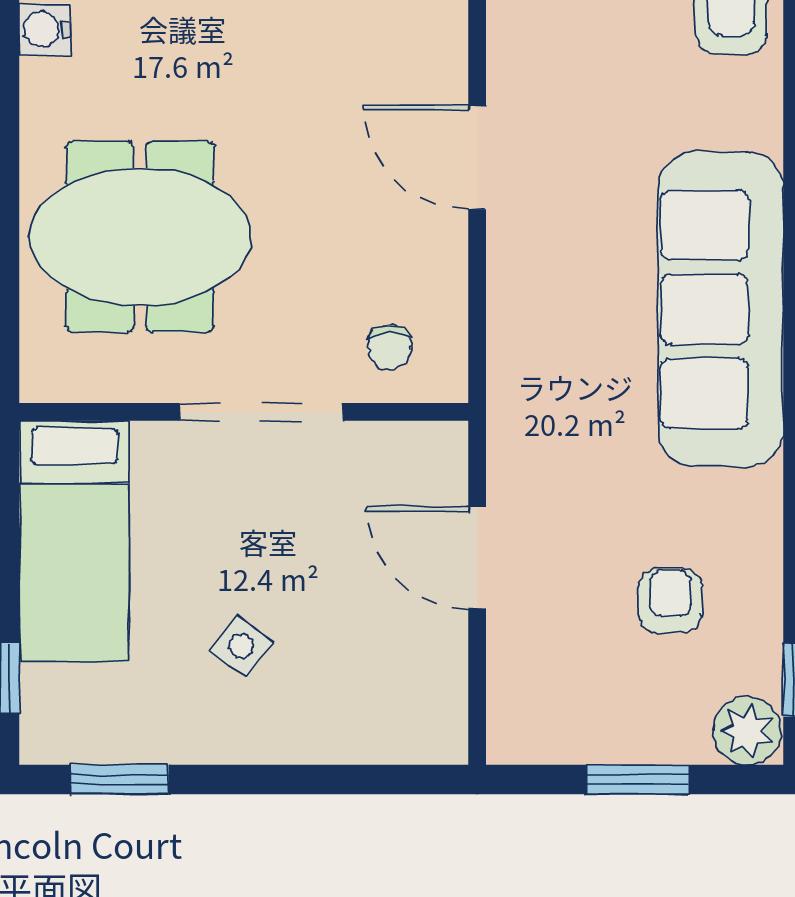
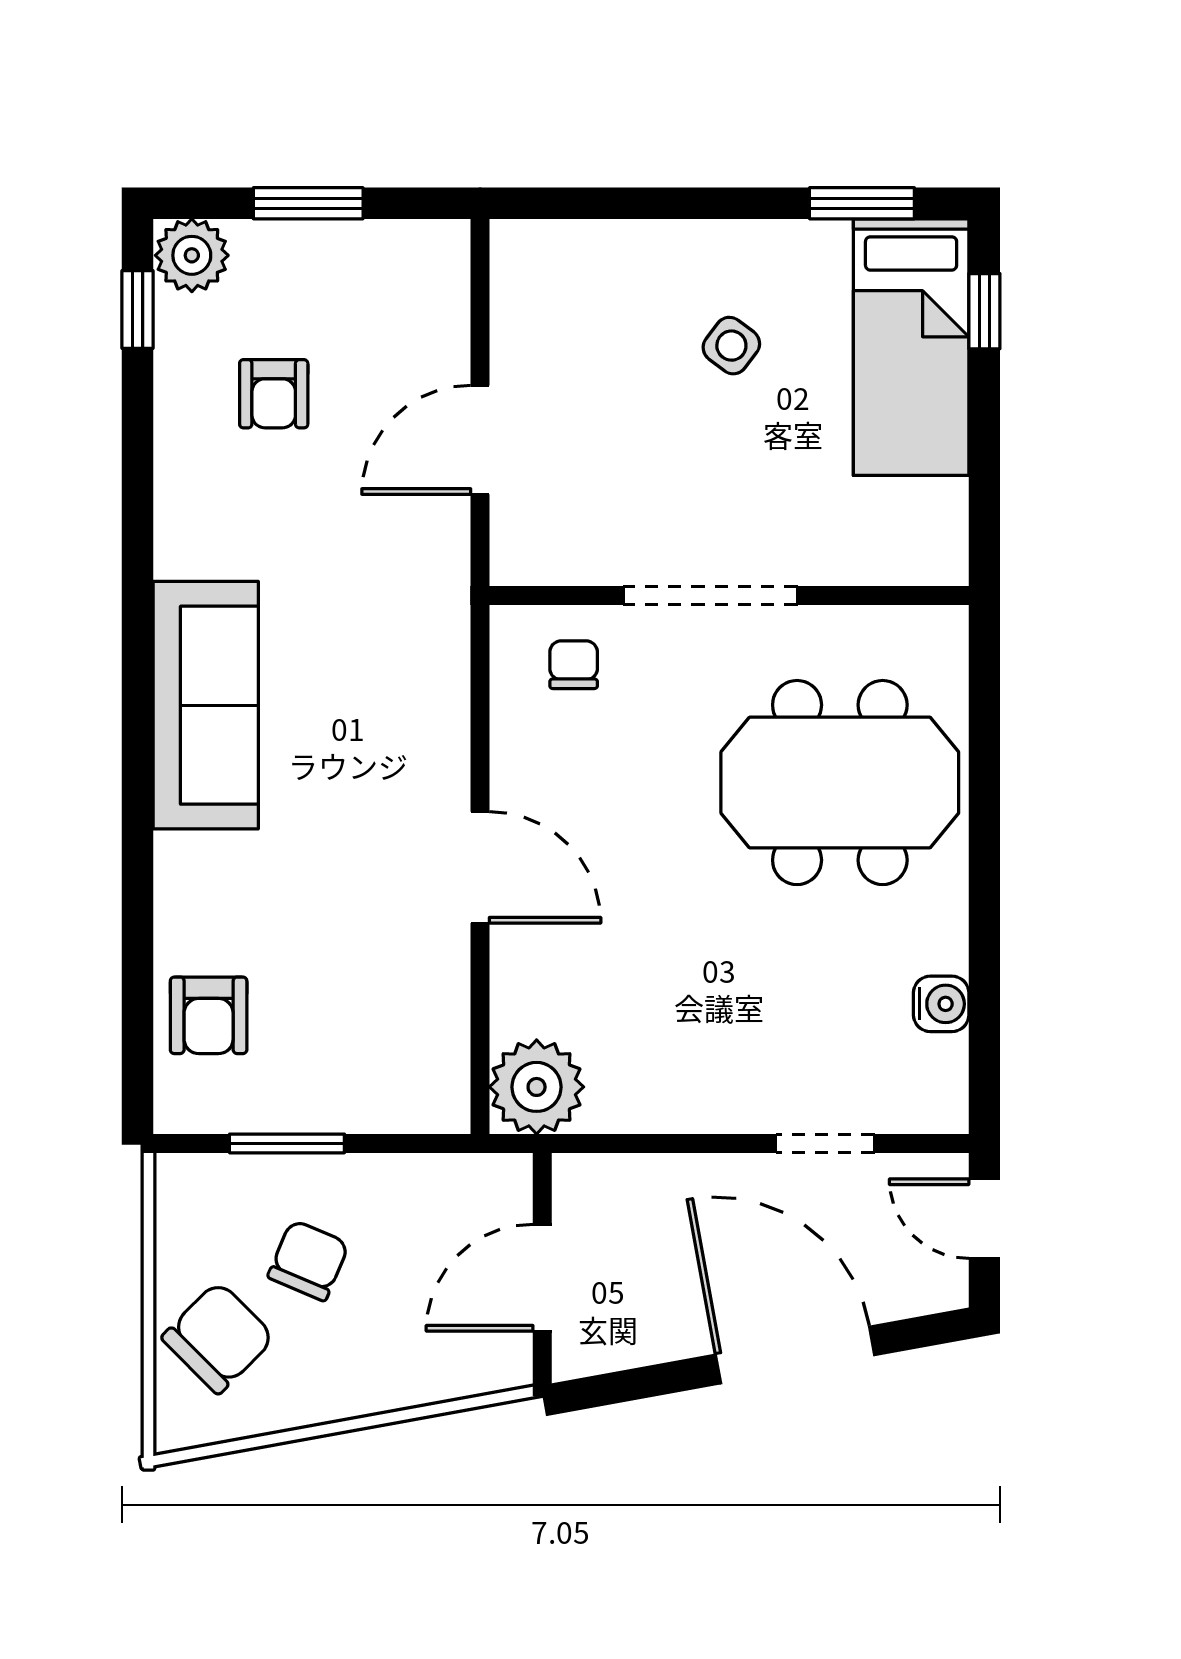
sofa: (721, 309) -> (206, 705), width x0.74, depth x0.79
bed: (74, 541) -> (911, 347), moved, turned 180
door: (477, 558) -> (480, 440), swing flipped

